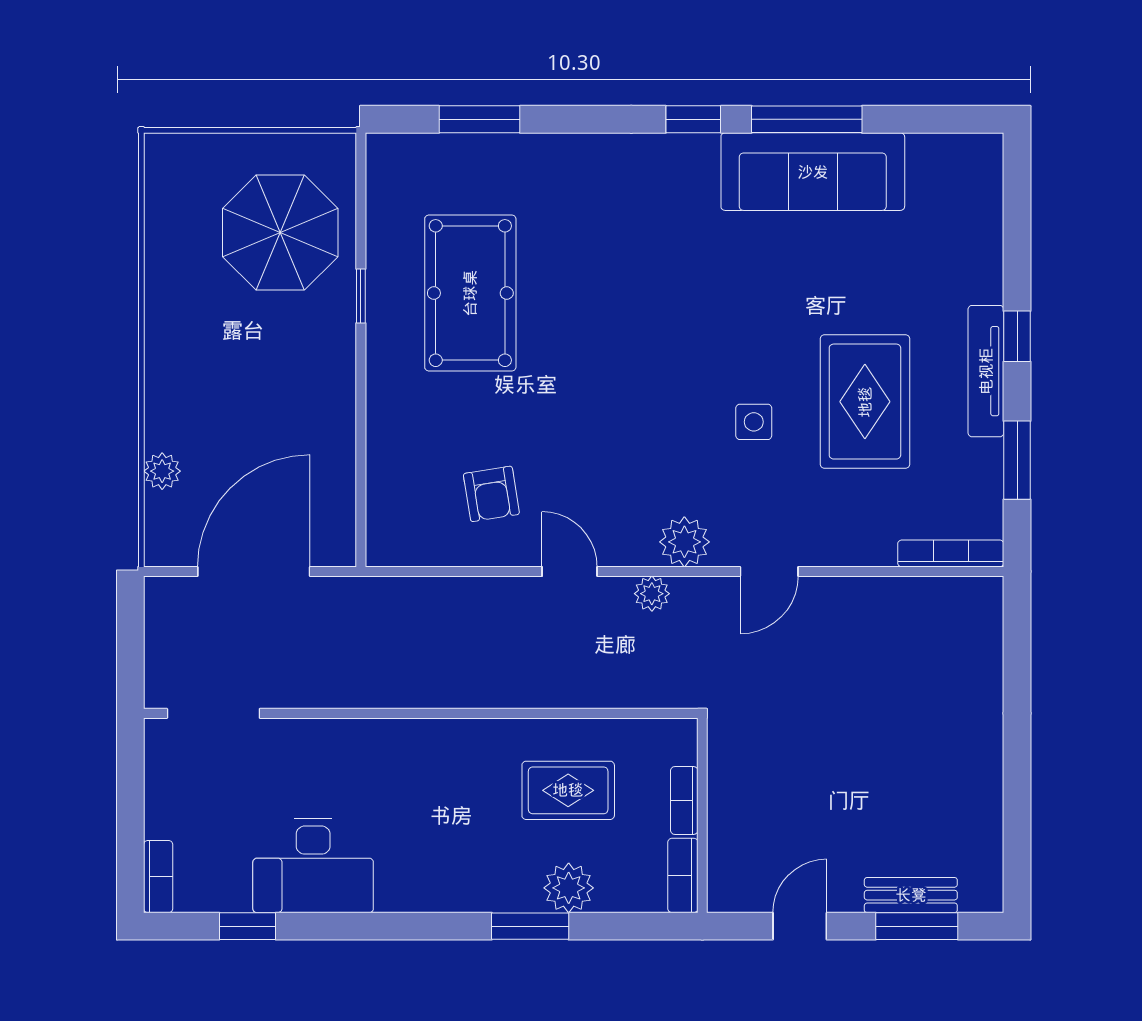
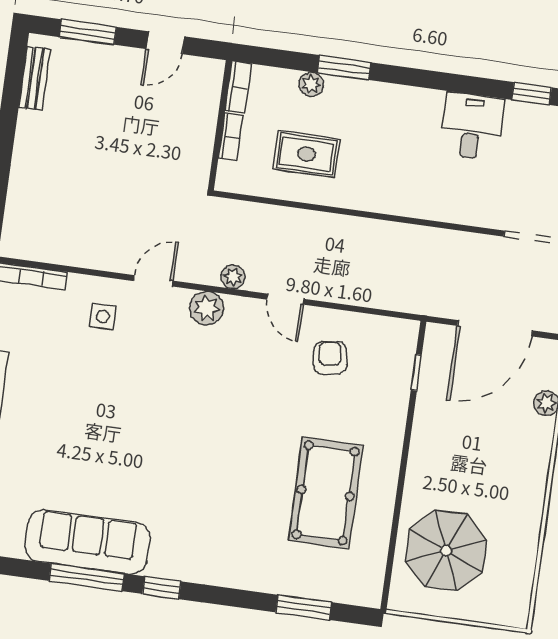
window: (361, 296) -> (416, 372), moved
rug: (865, 402) -> (74, 385), removed
side table: (754, 422) -> (103, 317), moved
desk: (313, 866) -> (472, 126), width x0.73
plant: (569, 888) -> (311, 84), width x0.73, depth x0.73
bench: (911, 895) -> (35, 78), moved, turned 90

